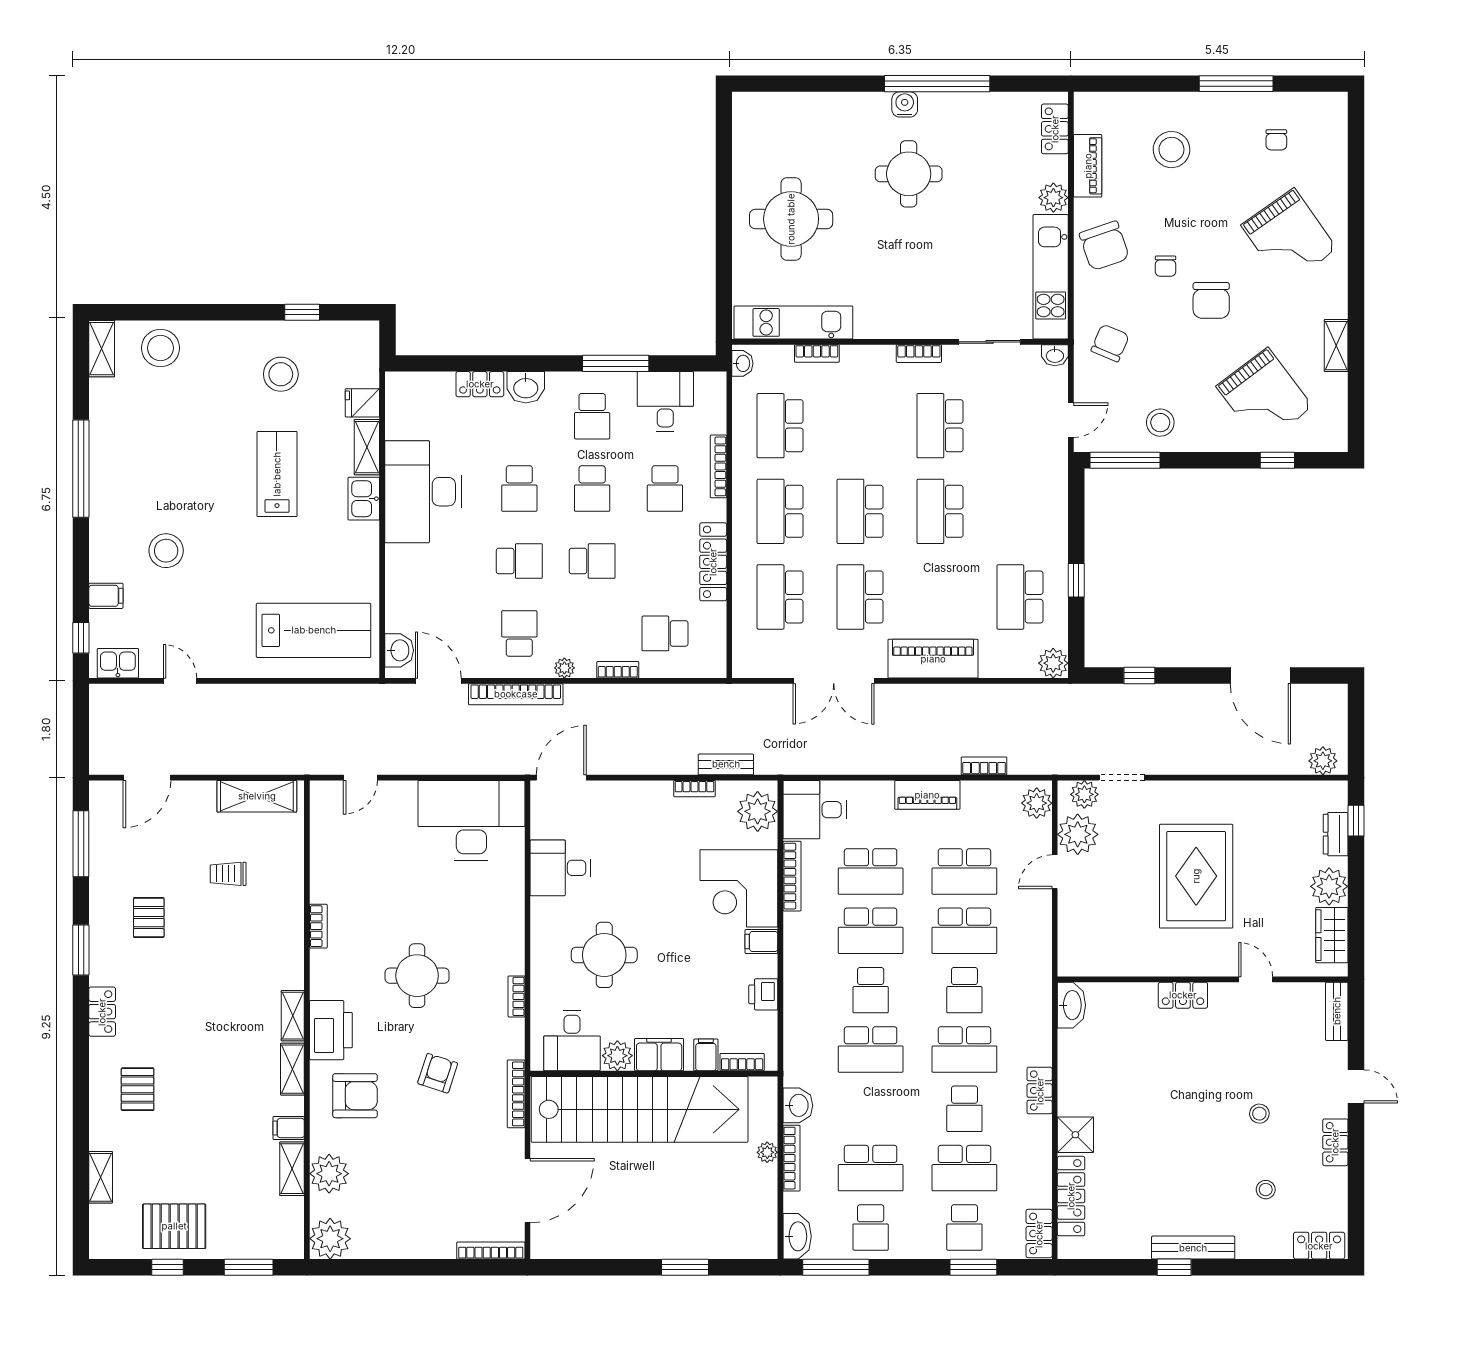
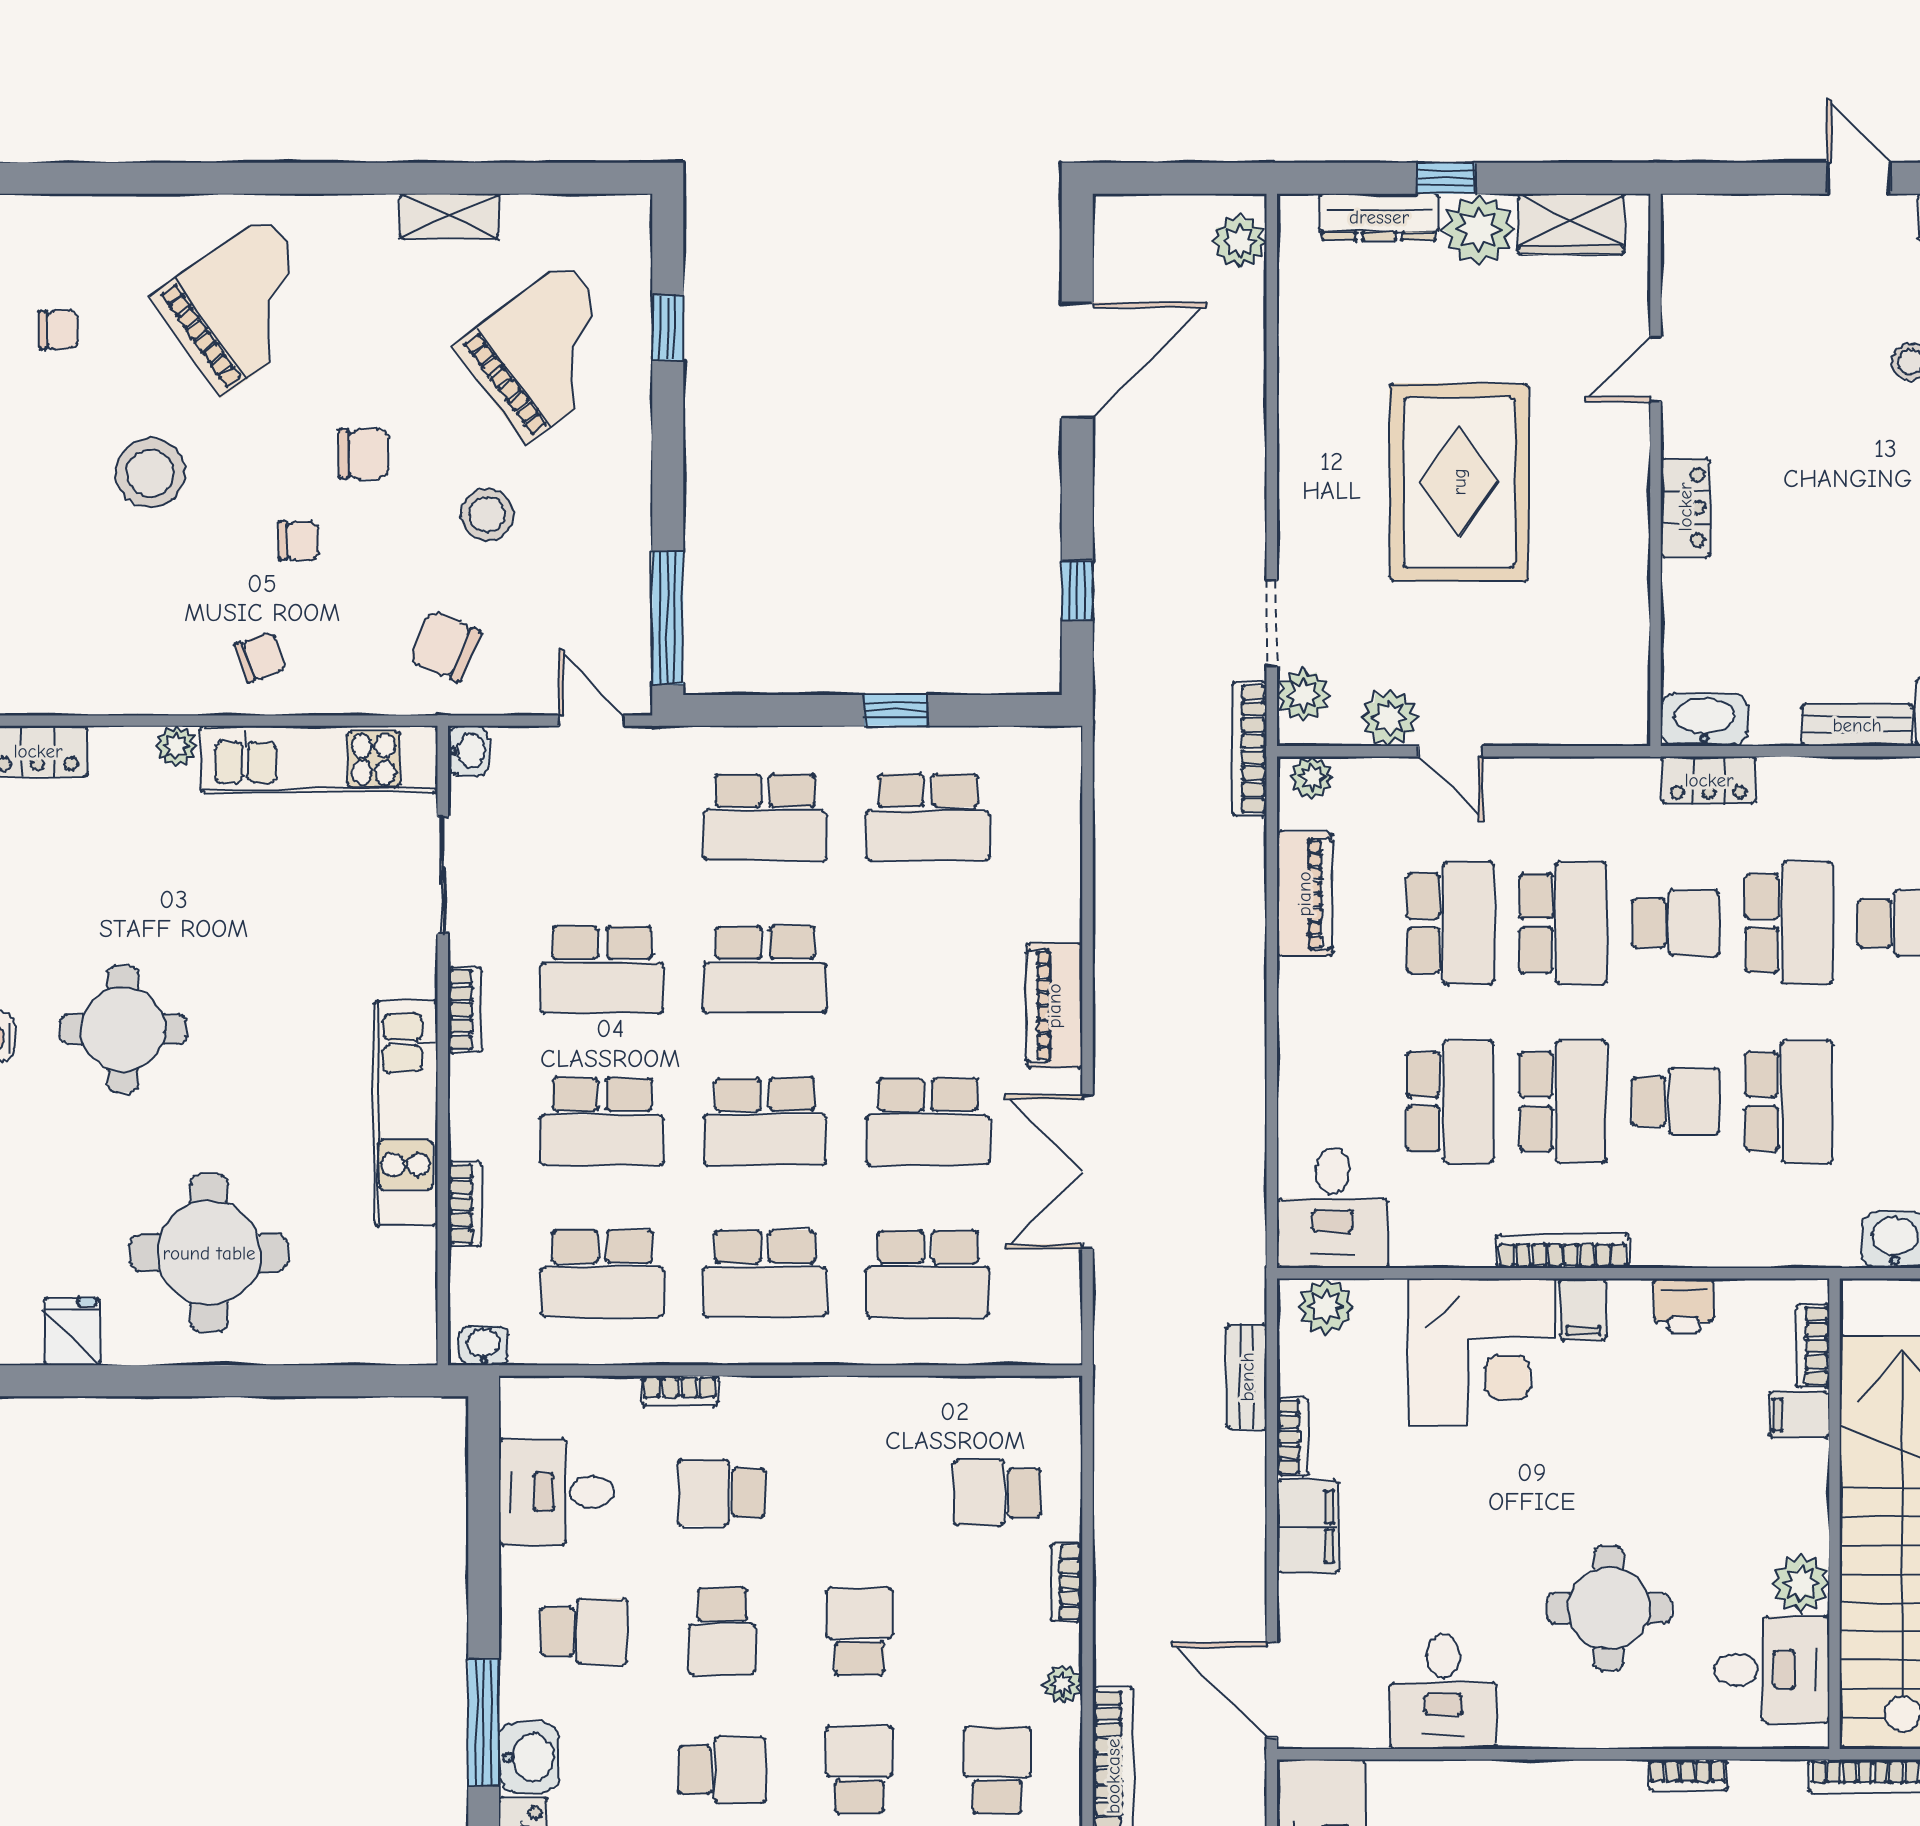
fridge: (750, 147) -> (72, 1332), added
stool: (1171, 150) -> (150, 473), moved
piano: (1088, 166) -> (108, 689), removed
plant: (1053, 198) -> (176, 746), width x0.73, depth x0.73
chair: (1104, 246) -> (260, 657), width x0.54, depth x0.54
chair: (1211, 300) -> (364, 454), width x0.73, depth x0.73
kitchen unit: (793, 322) -> (406, 1113), moved
window: (616, 363) -> (484, 1723), moved
stool: (1160, 423) -> (487, 515), moved
school desk: (860, 426) -> (602, 1122), added
bookcase: (718, 466) -> (680, 1391), width x0.64
school desk: (592, 489) -> (722, 1631), turned 90
school desk: (665, 489) -> (722, 1493), turned 180
school desk: (1020, 511) -> (765, 817), added
locker: (713, 562) -> (861, 1401), removed
school desk: (519, 633) -> (997, 1770), turned 90
school desk: (665, 633) -> (997, 1493), turned 90
piano: (933, 659) -> (1054, 1006), width x0.73, depth x0.75
plant: (1053, 663) -> (1054, 754), removed
double door: (834, 681) -> (1087, 1172), swing flipped
bookcase: (984, 766) -> (1249, 749), moved, width x1.56
piano: (927, 795) -> (1304, 894), moved
plant: (1037, 803) -> (1312, 778), width x0.73, depth x0.73
plant: (758, 811) -> (1326, 1306), width x0.73, depth x0.73
window: (1356, 821) -> (1446, 178), moved
plant: (1078, 834) -> (1390, 718), width x0.73, depth x0.73
dresser: (1336, 834) -> (1379, 217), width x1.44
bookcase: (792, 876) -> (1563, 1251), moved
rug: (1196, 876) -> (1459, 482), turned 90
bench: (1337, 1011) -> (1857, 725), moved
filing cabinet: (659, 1055) -> (1308, 1526), moved, turned 180
door: (1356, 1086) -> (1859, 178), hinge flipped
locker: (1040, 1091) -> (1709, 780), moved

